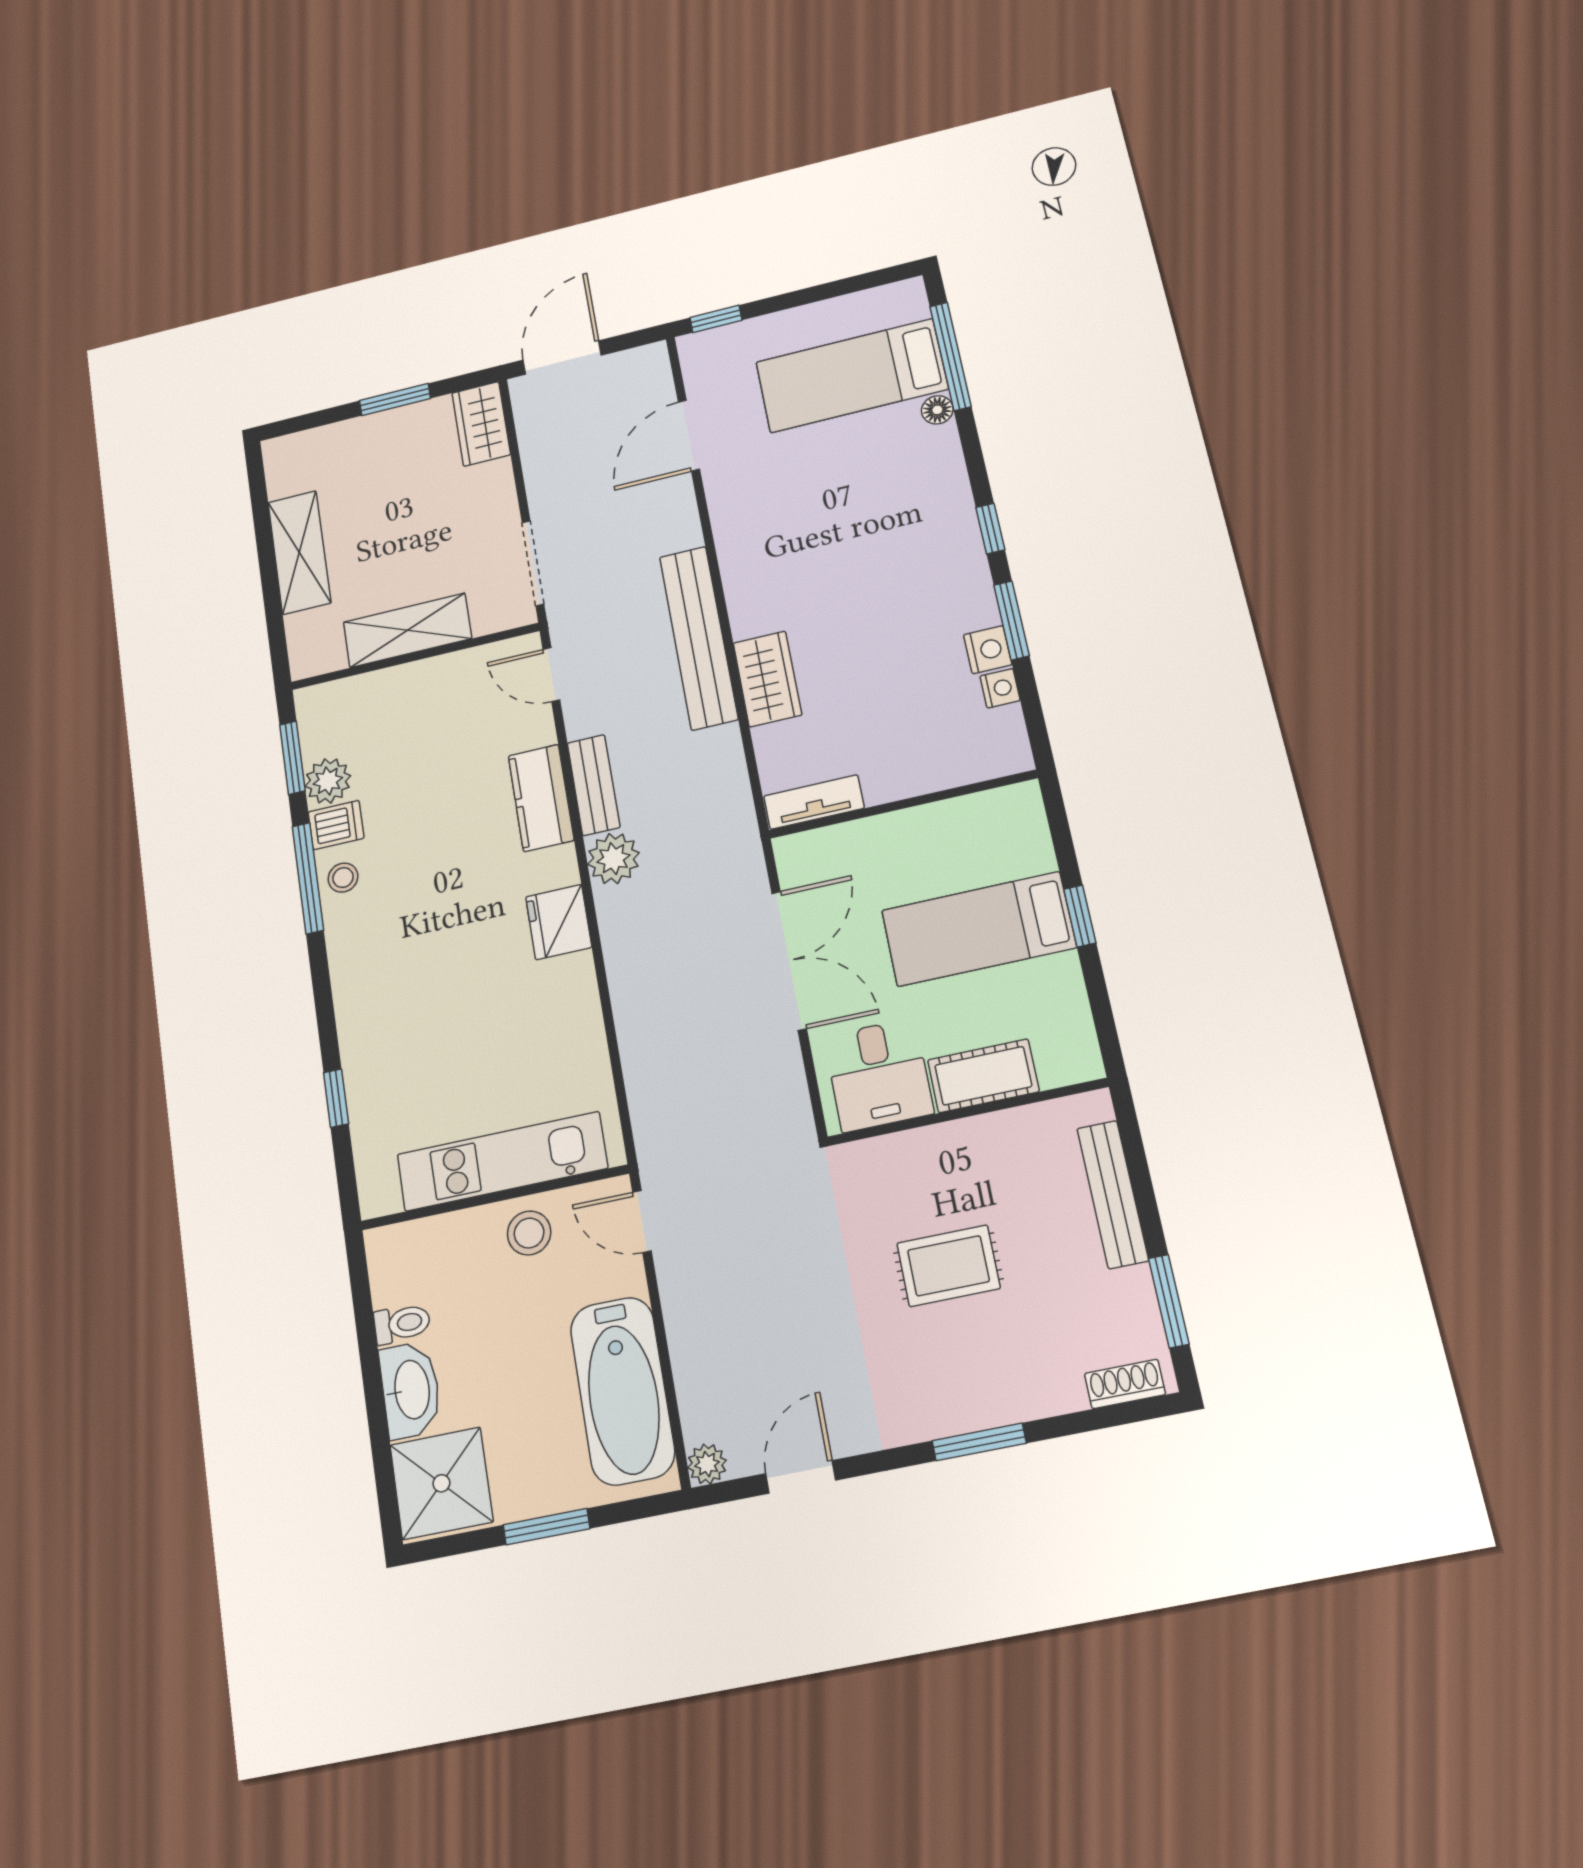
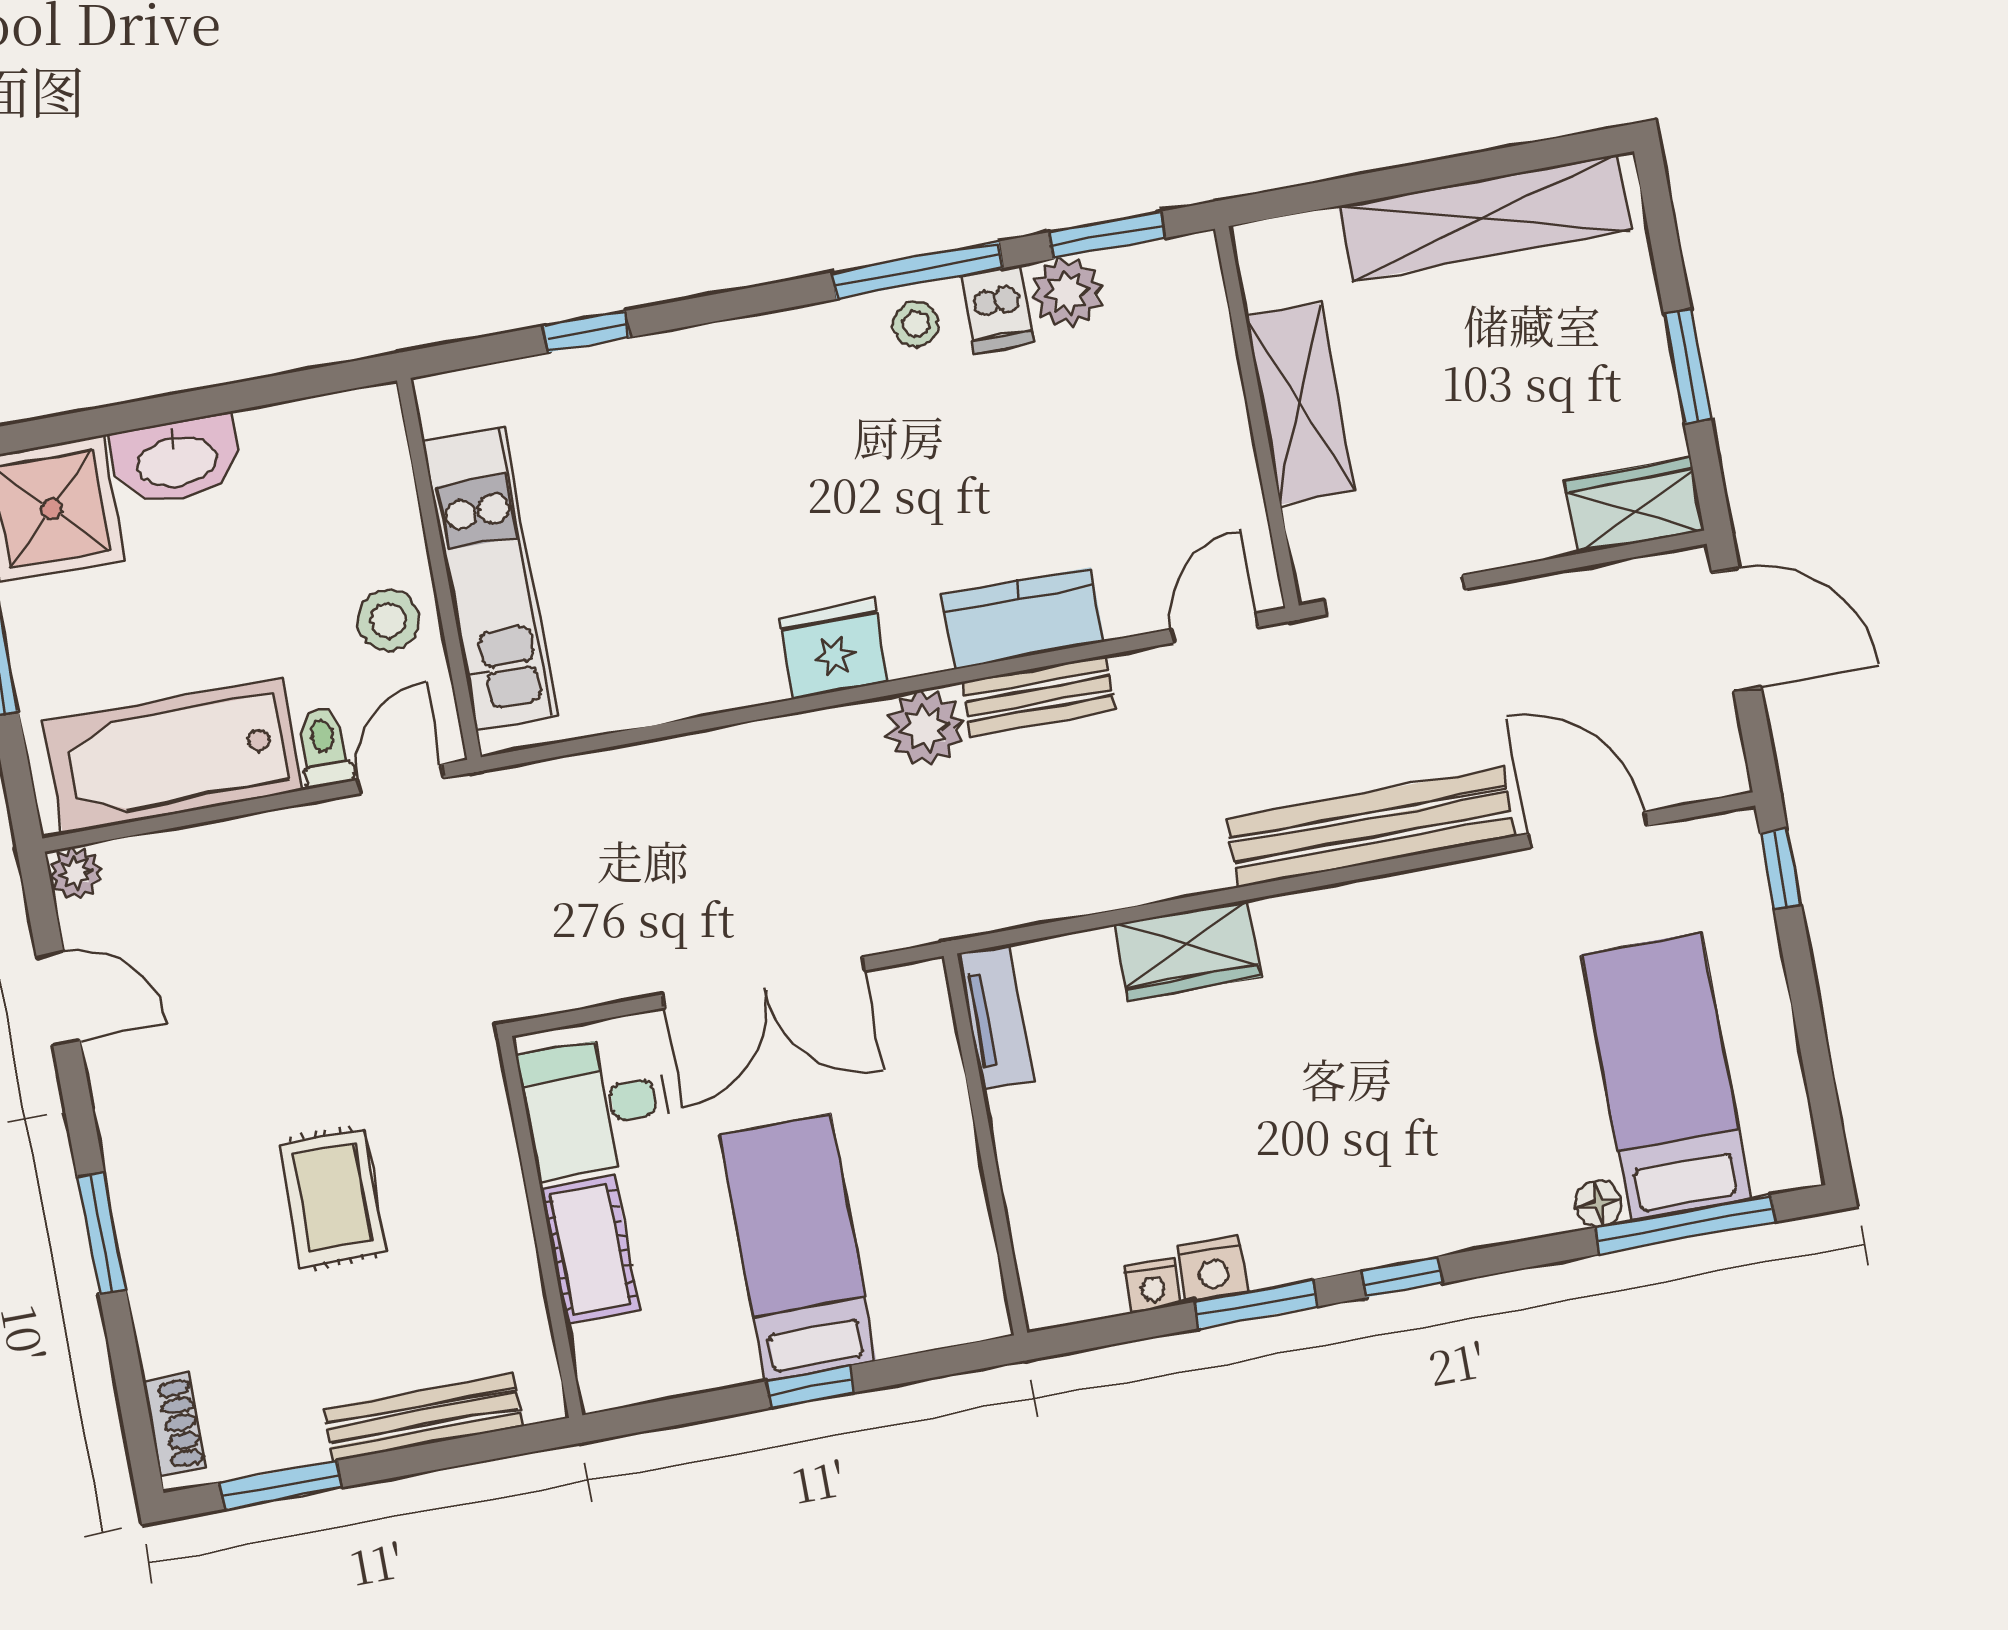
shelving: (299, 552) -> (1484, 218), width x1.47
bench: (699, 638) -> (1371, 827), moved
toilet: (402, 1324) -> (324, 747), moved, turned 180

